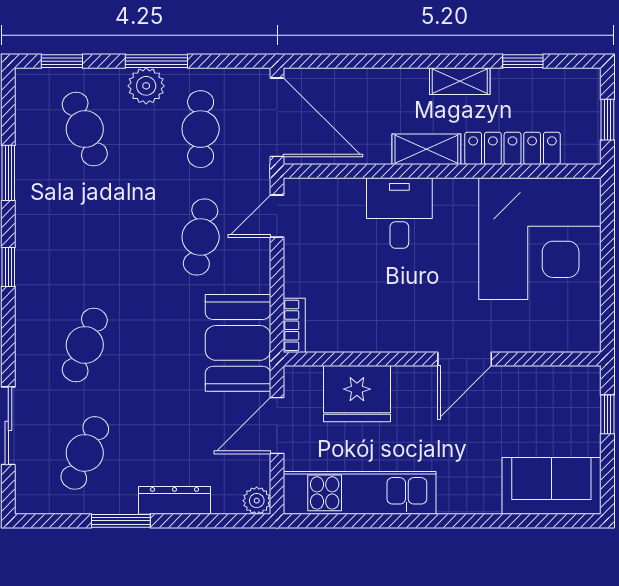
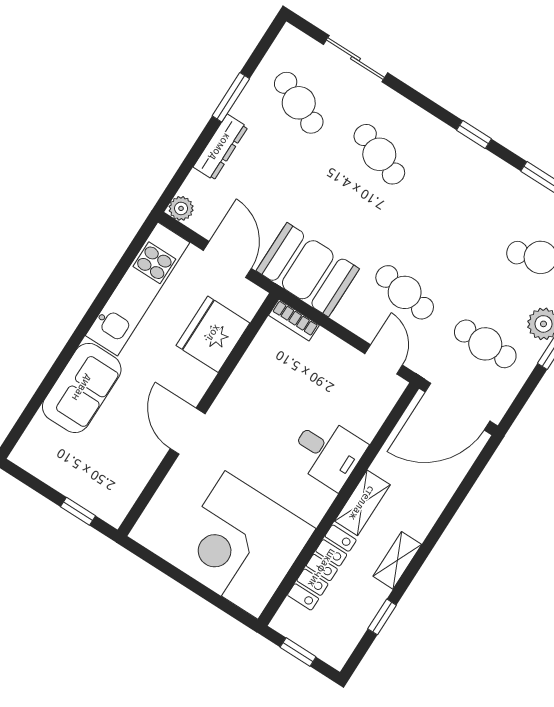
sofa: (551, 486) -> (82, 388), moved

